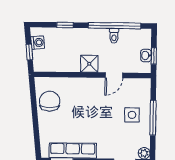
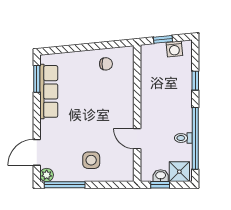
shower: (89, 64) -> (179, 172), moved
chair: (50, 101) -> (106, 64), width x0.54, depth x0.54
window: (153, 118) -> (65, 185), moved

